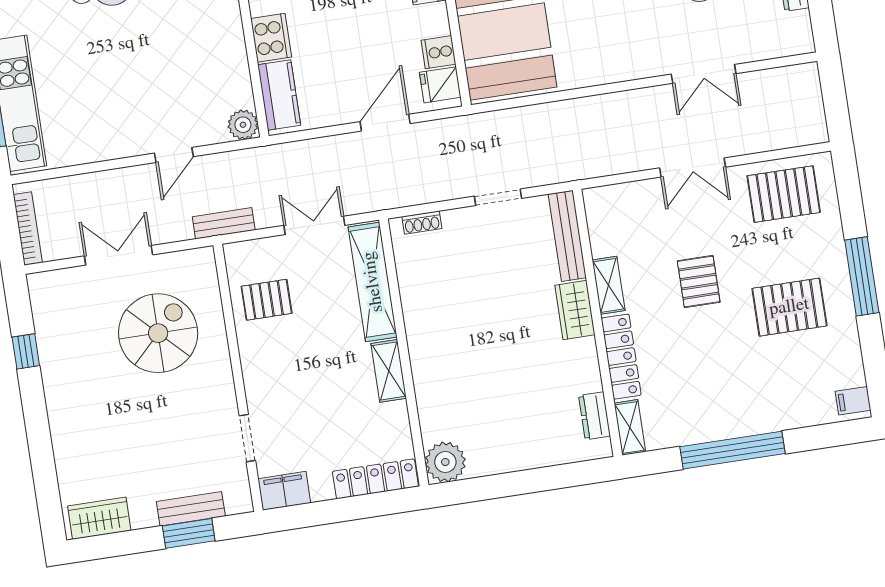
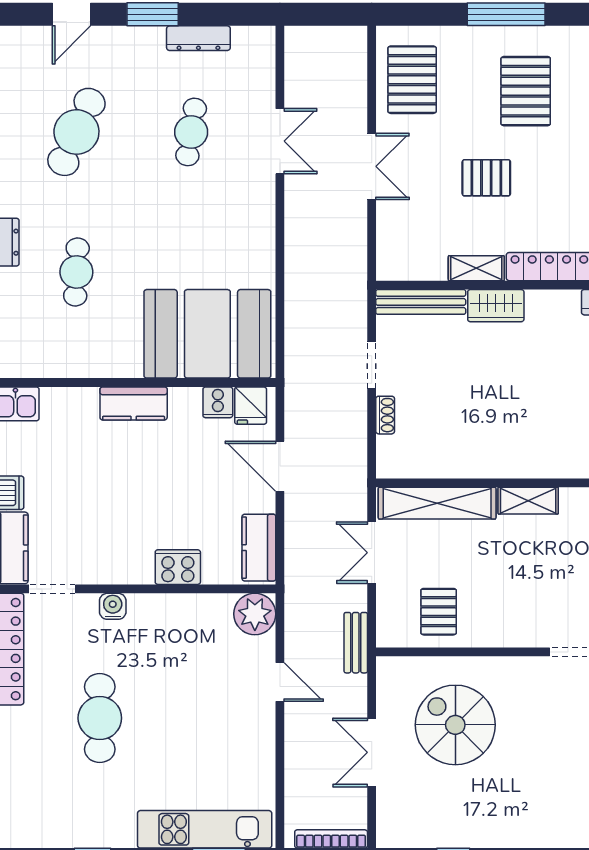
kitchen counter: (279, 95) -> (259, 548), moved, turned -90
plant: (243, 125) -> (255, 614), width x1.36, depth x1.36
shoe rack: (422, 222) -> (385, 415), moved

